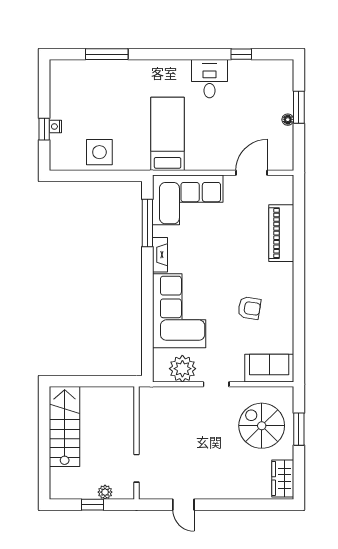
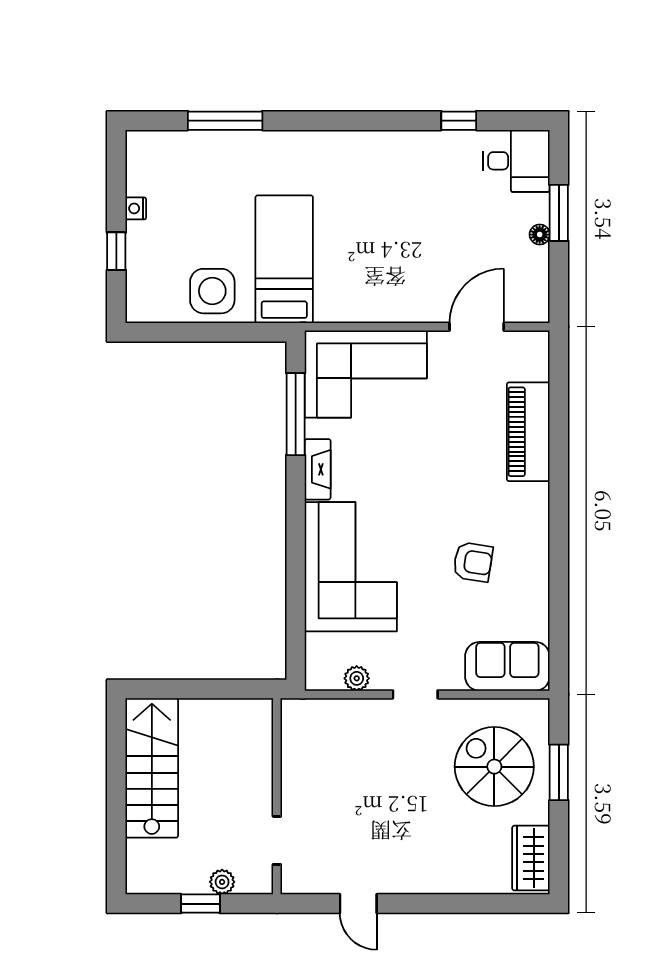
desk: (210, 79) -> (516, 161), moved, turned 90
nightstand: (55, 126) -> (136, 208), moved
bed: (168, 134) -> (284, 259), moved
plant: (182, 369) -> (357, 678), width x0.53, depth x0.53

